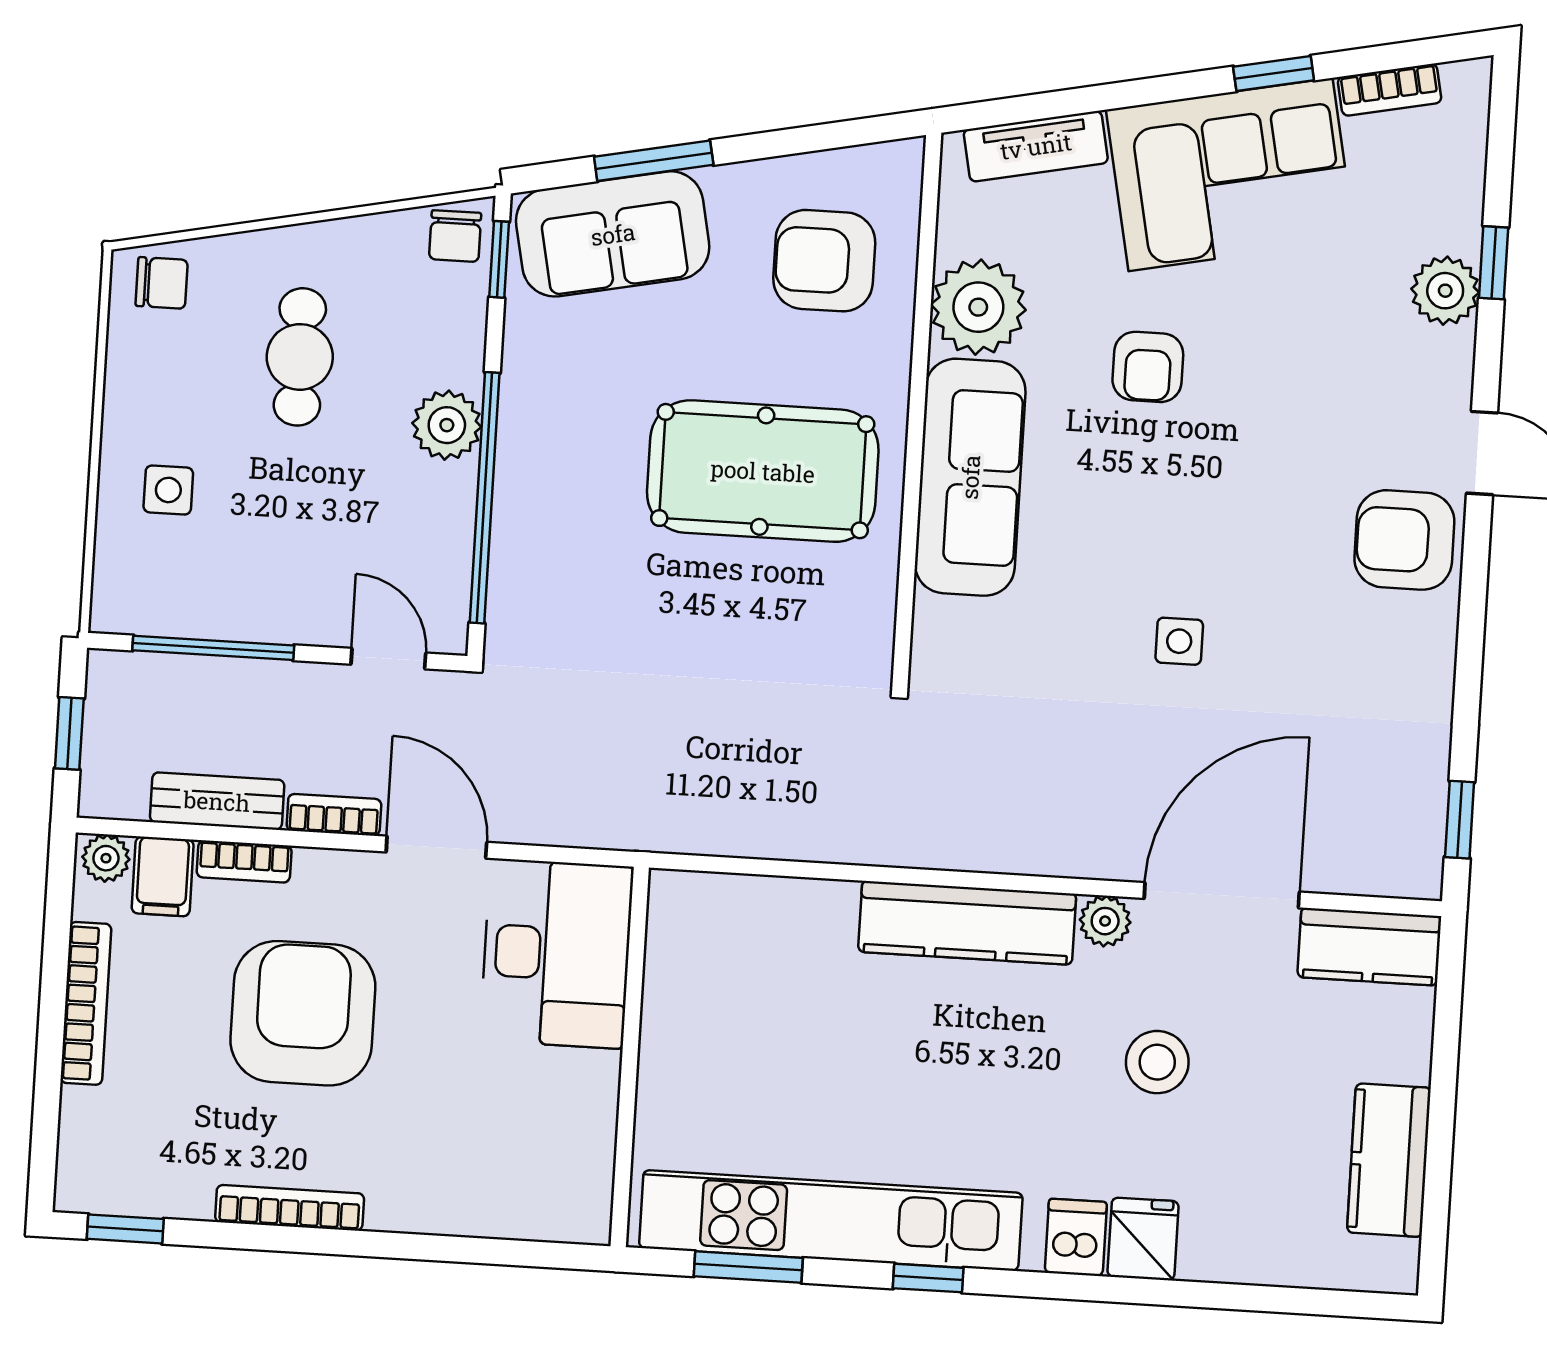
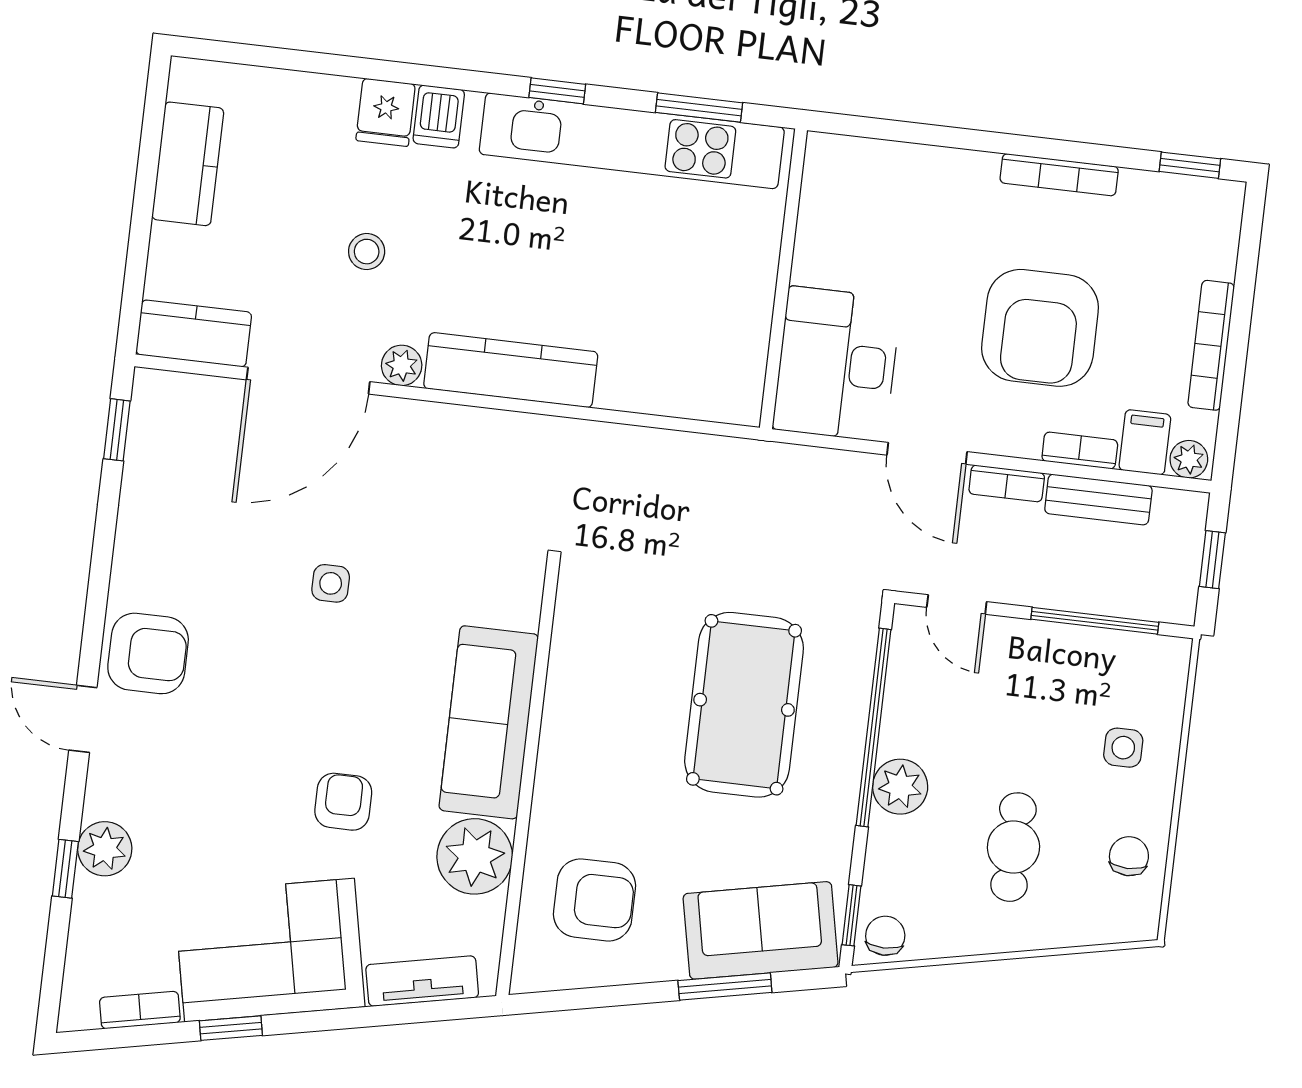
chair: (162, 283) -> (1129, 856), moved, turned 90
pool table: (763, 471) -> (744, 705), moved, turned 90
stool: (1157, 1062) -> (367, 252), width x0.73, depth x0.73

